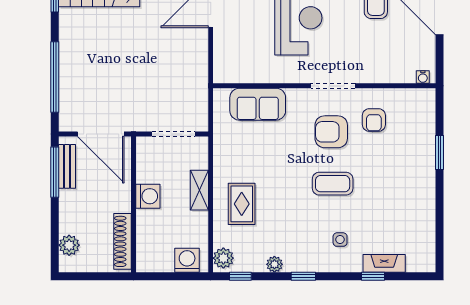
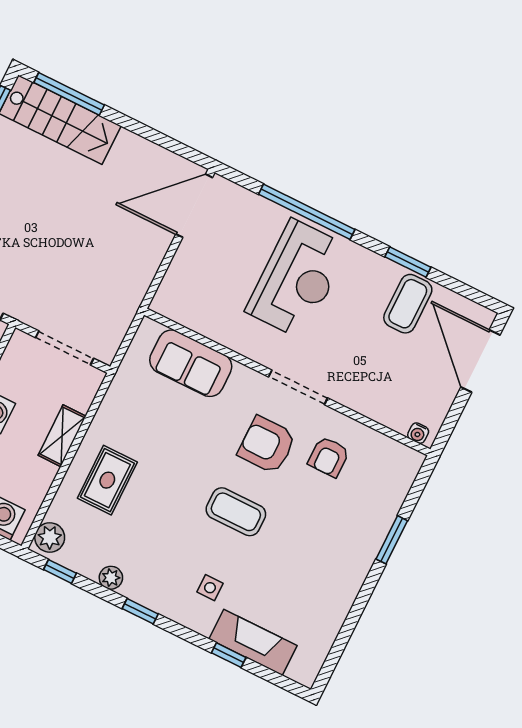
fireplace: (384, 263) -> (253, 642), width x1.37, depth x1.32

